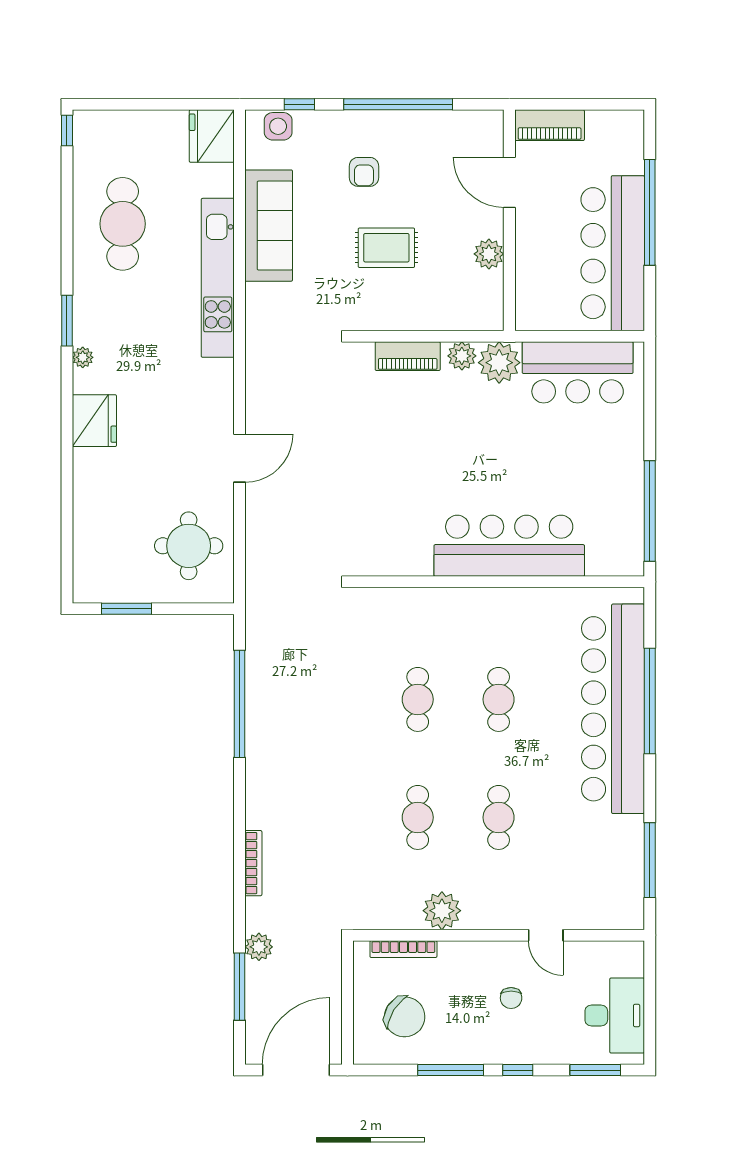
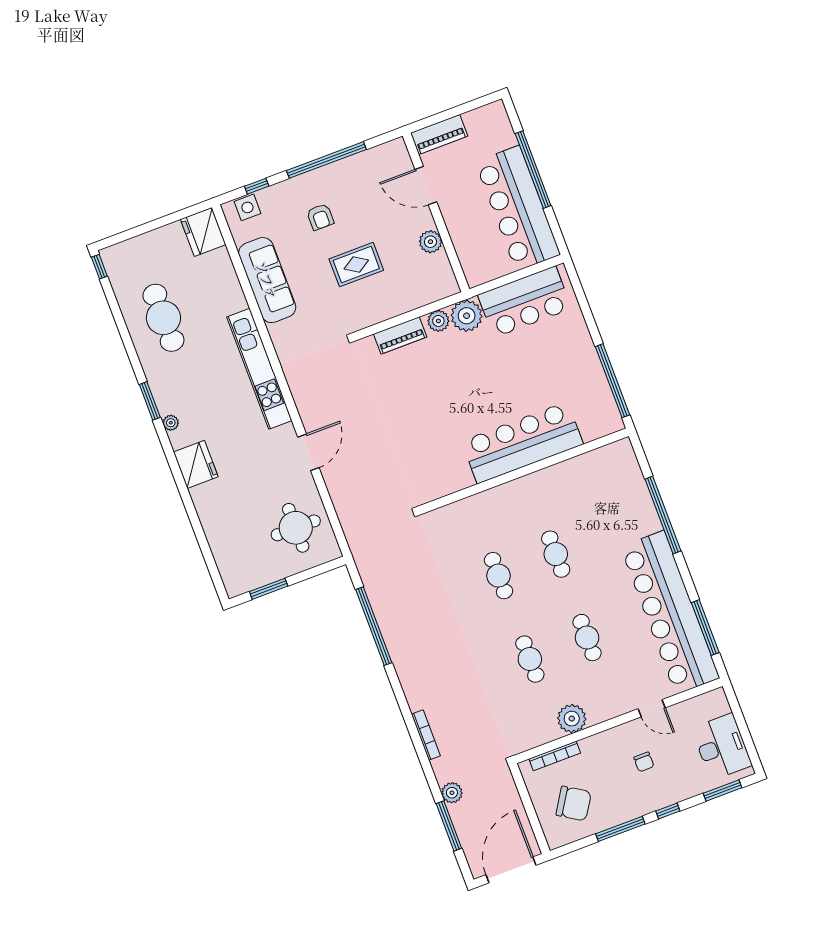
kitchen unit: (218, 278) -> (259, 369), moved
bar counter: (613, 709) -> (670, 612), moved

